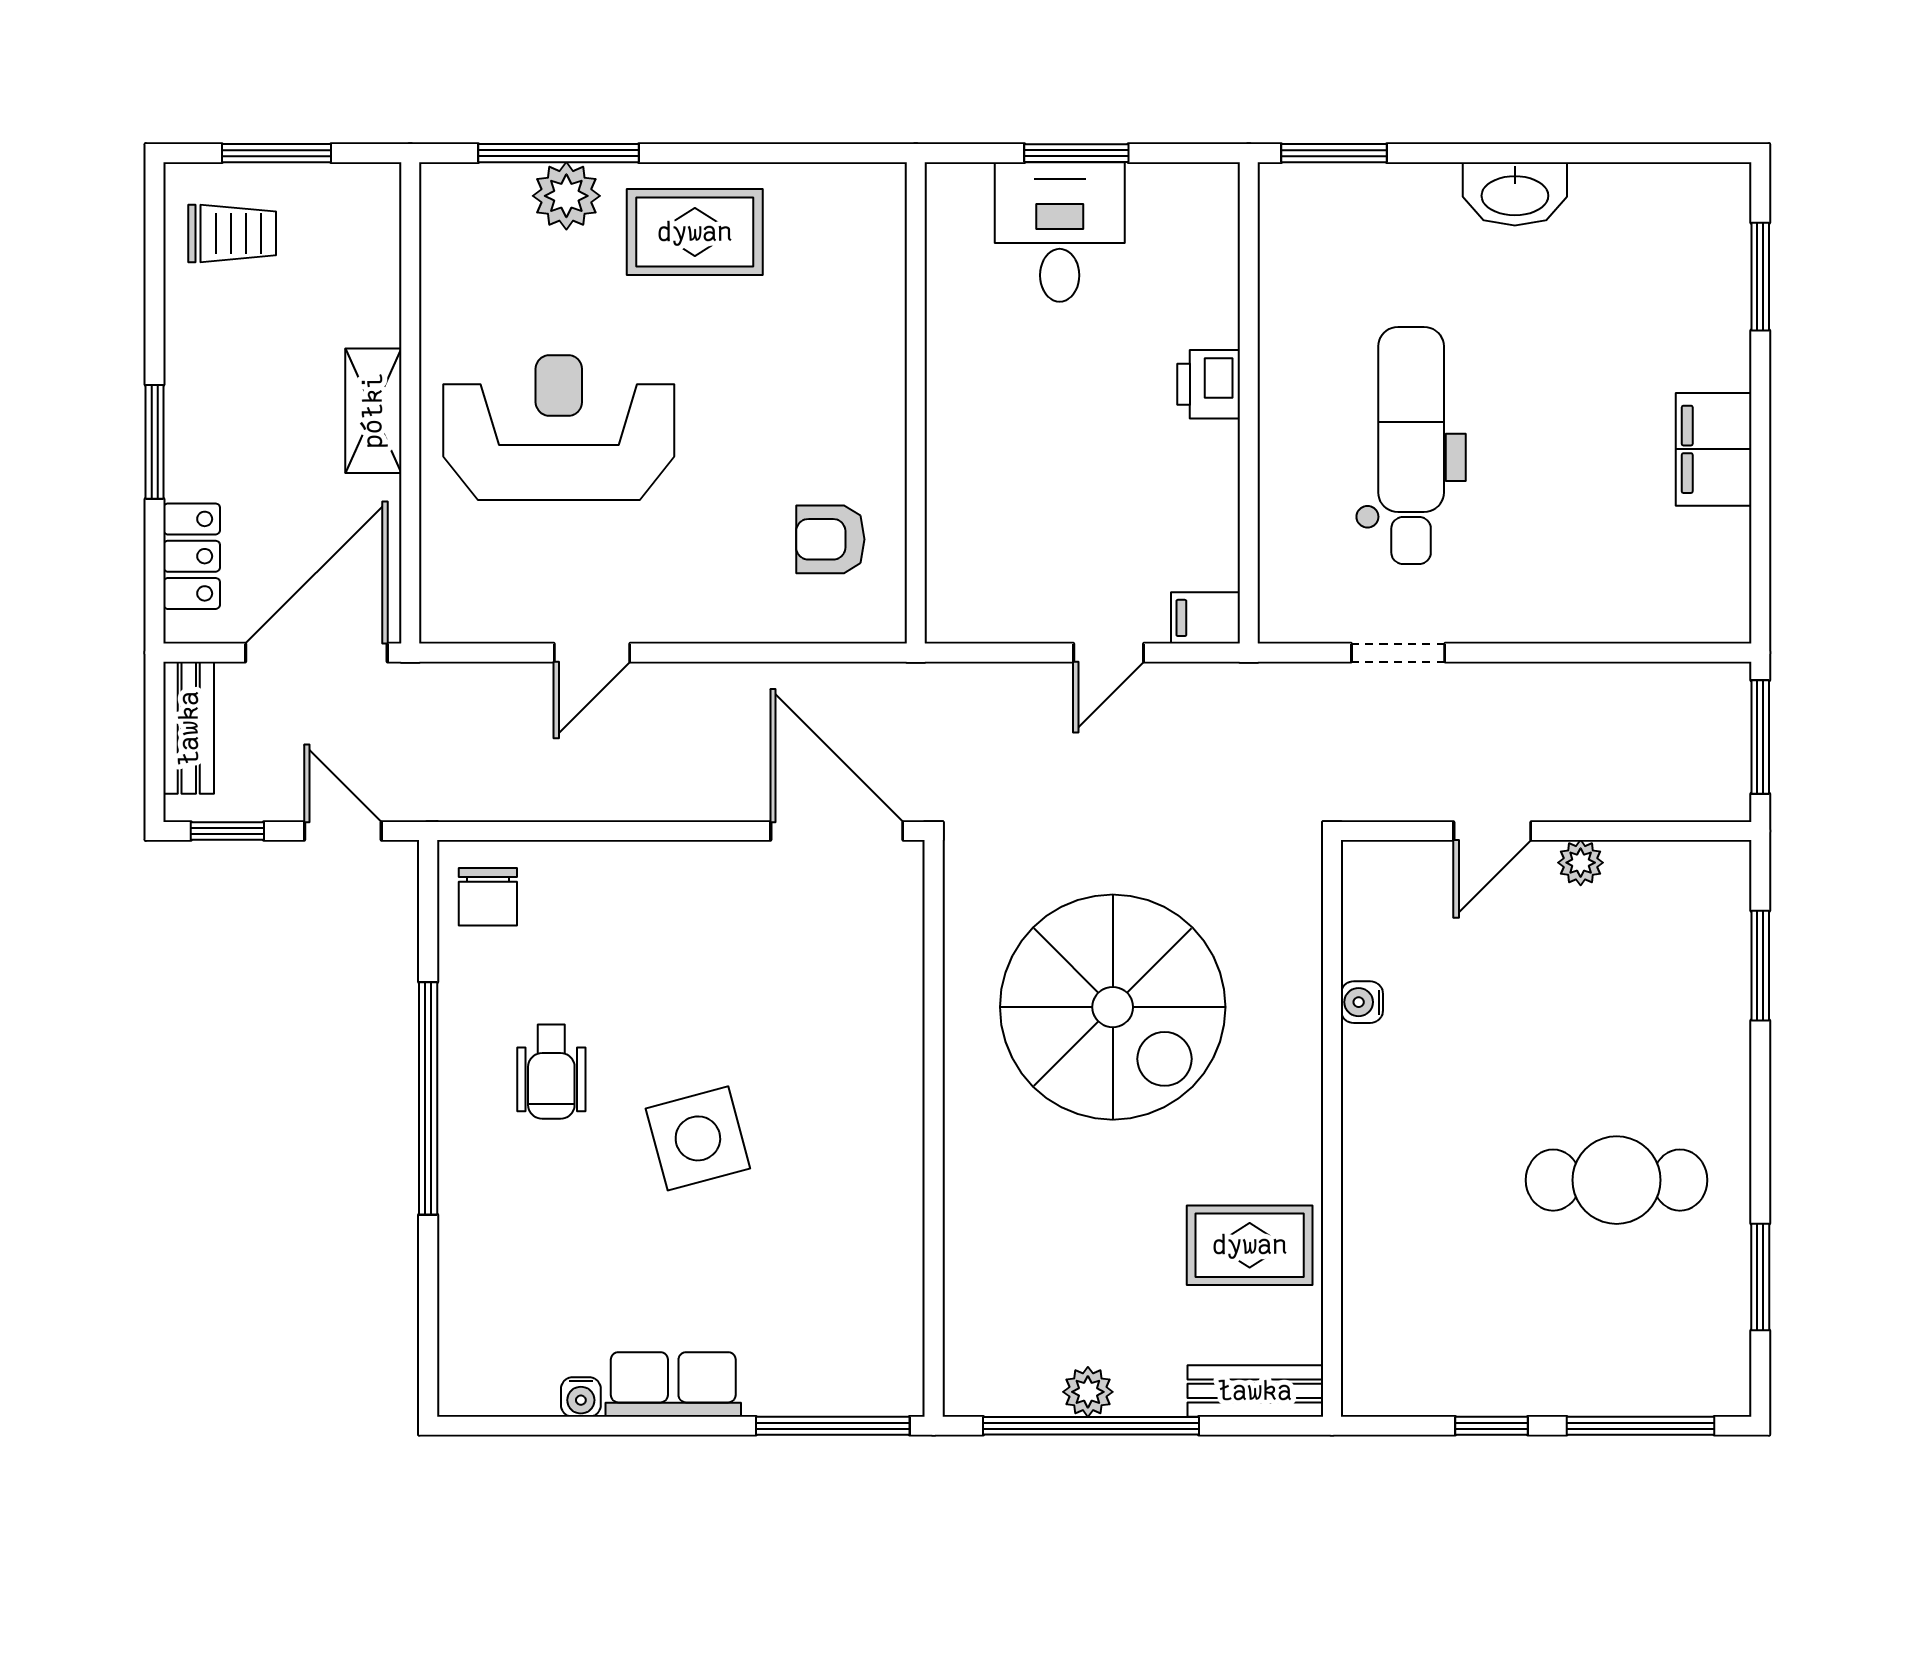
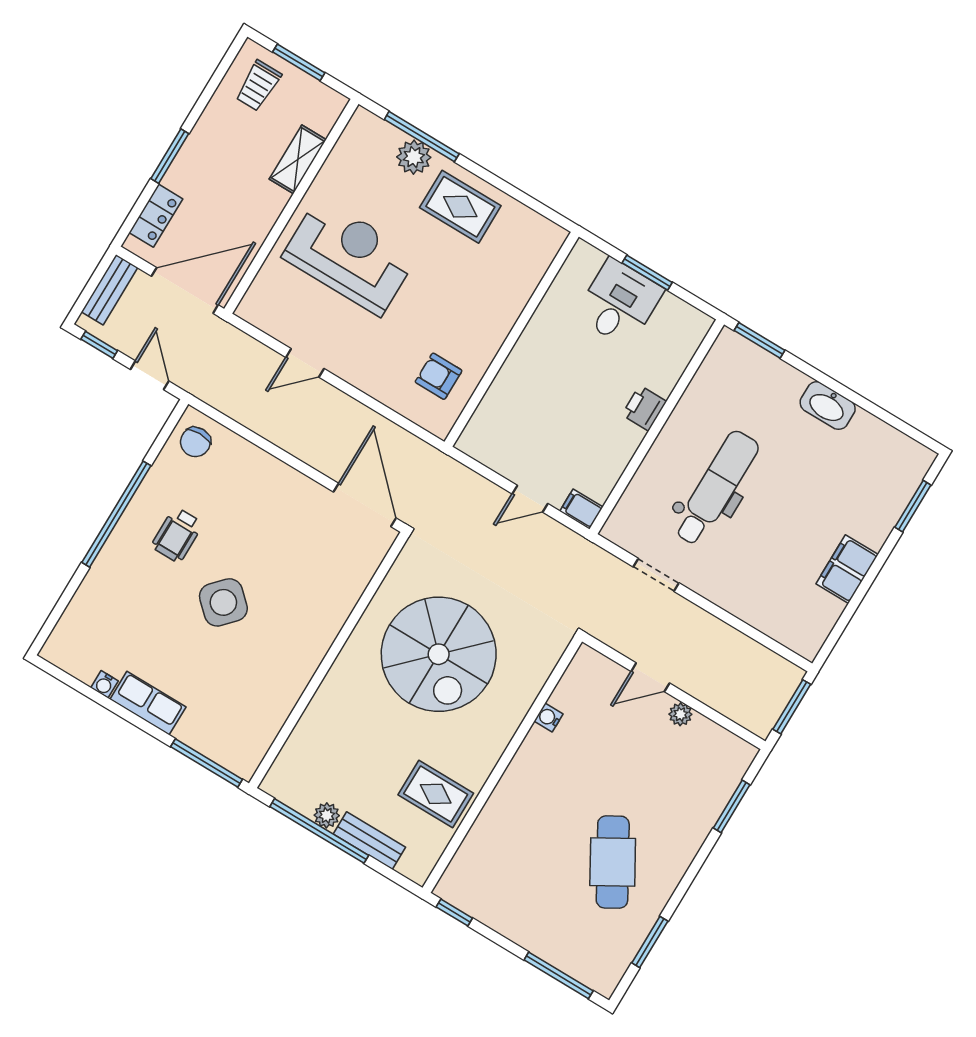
trolley: (232, 233) -> (258, 86), turned 90
shelving: (373, 411) -> (298, 159), moved
side table: (698, 1138) -> (223, 602), turned -32
cafe table: (1617, 1180) -> (613, 862), turned 60
bench: (1255, 1391) -> (369, 841), moved
window: (1492, 1426) -> (454, 912), moved

